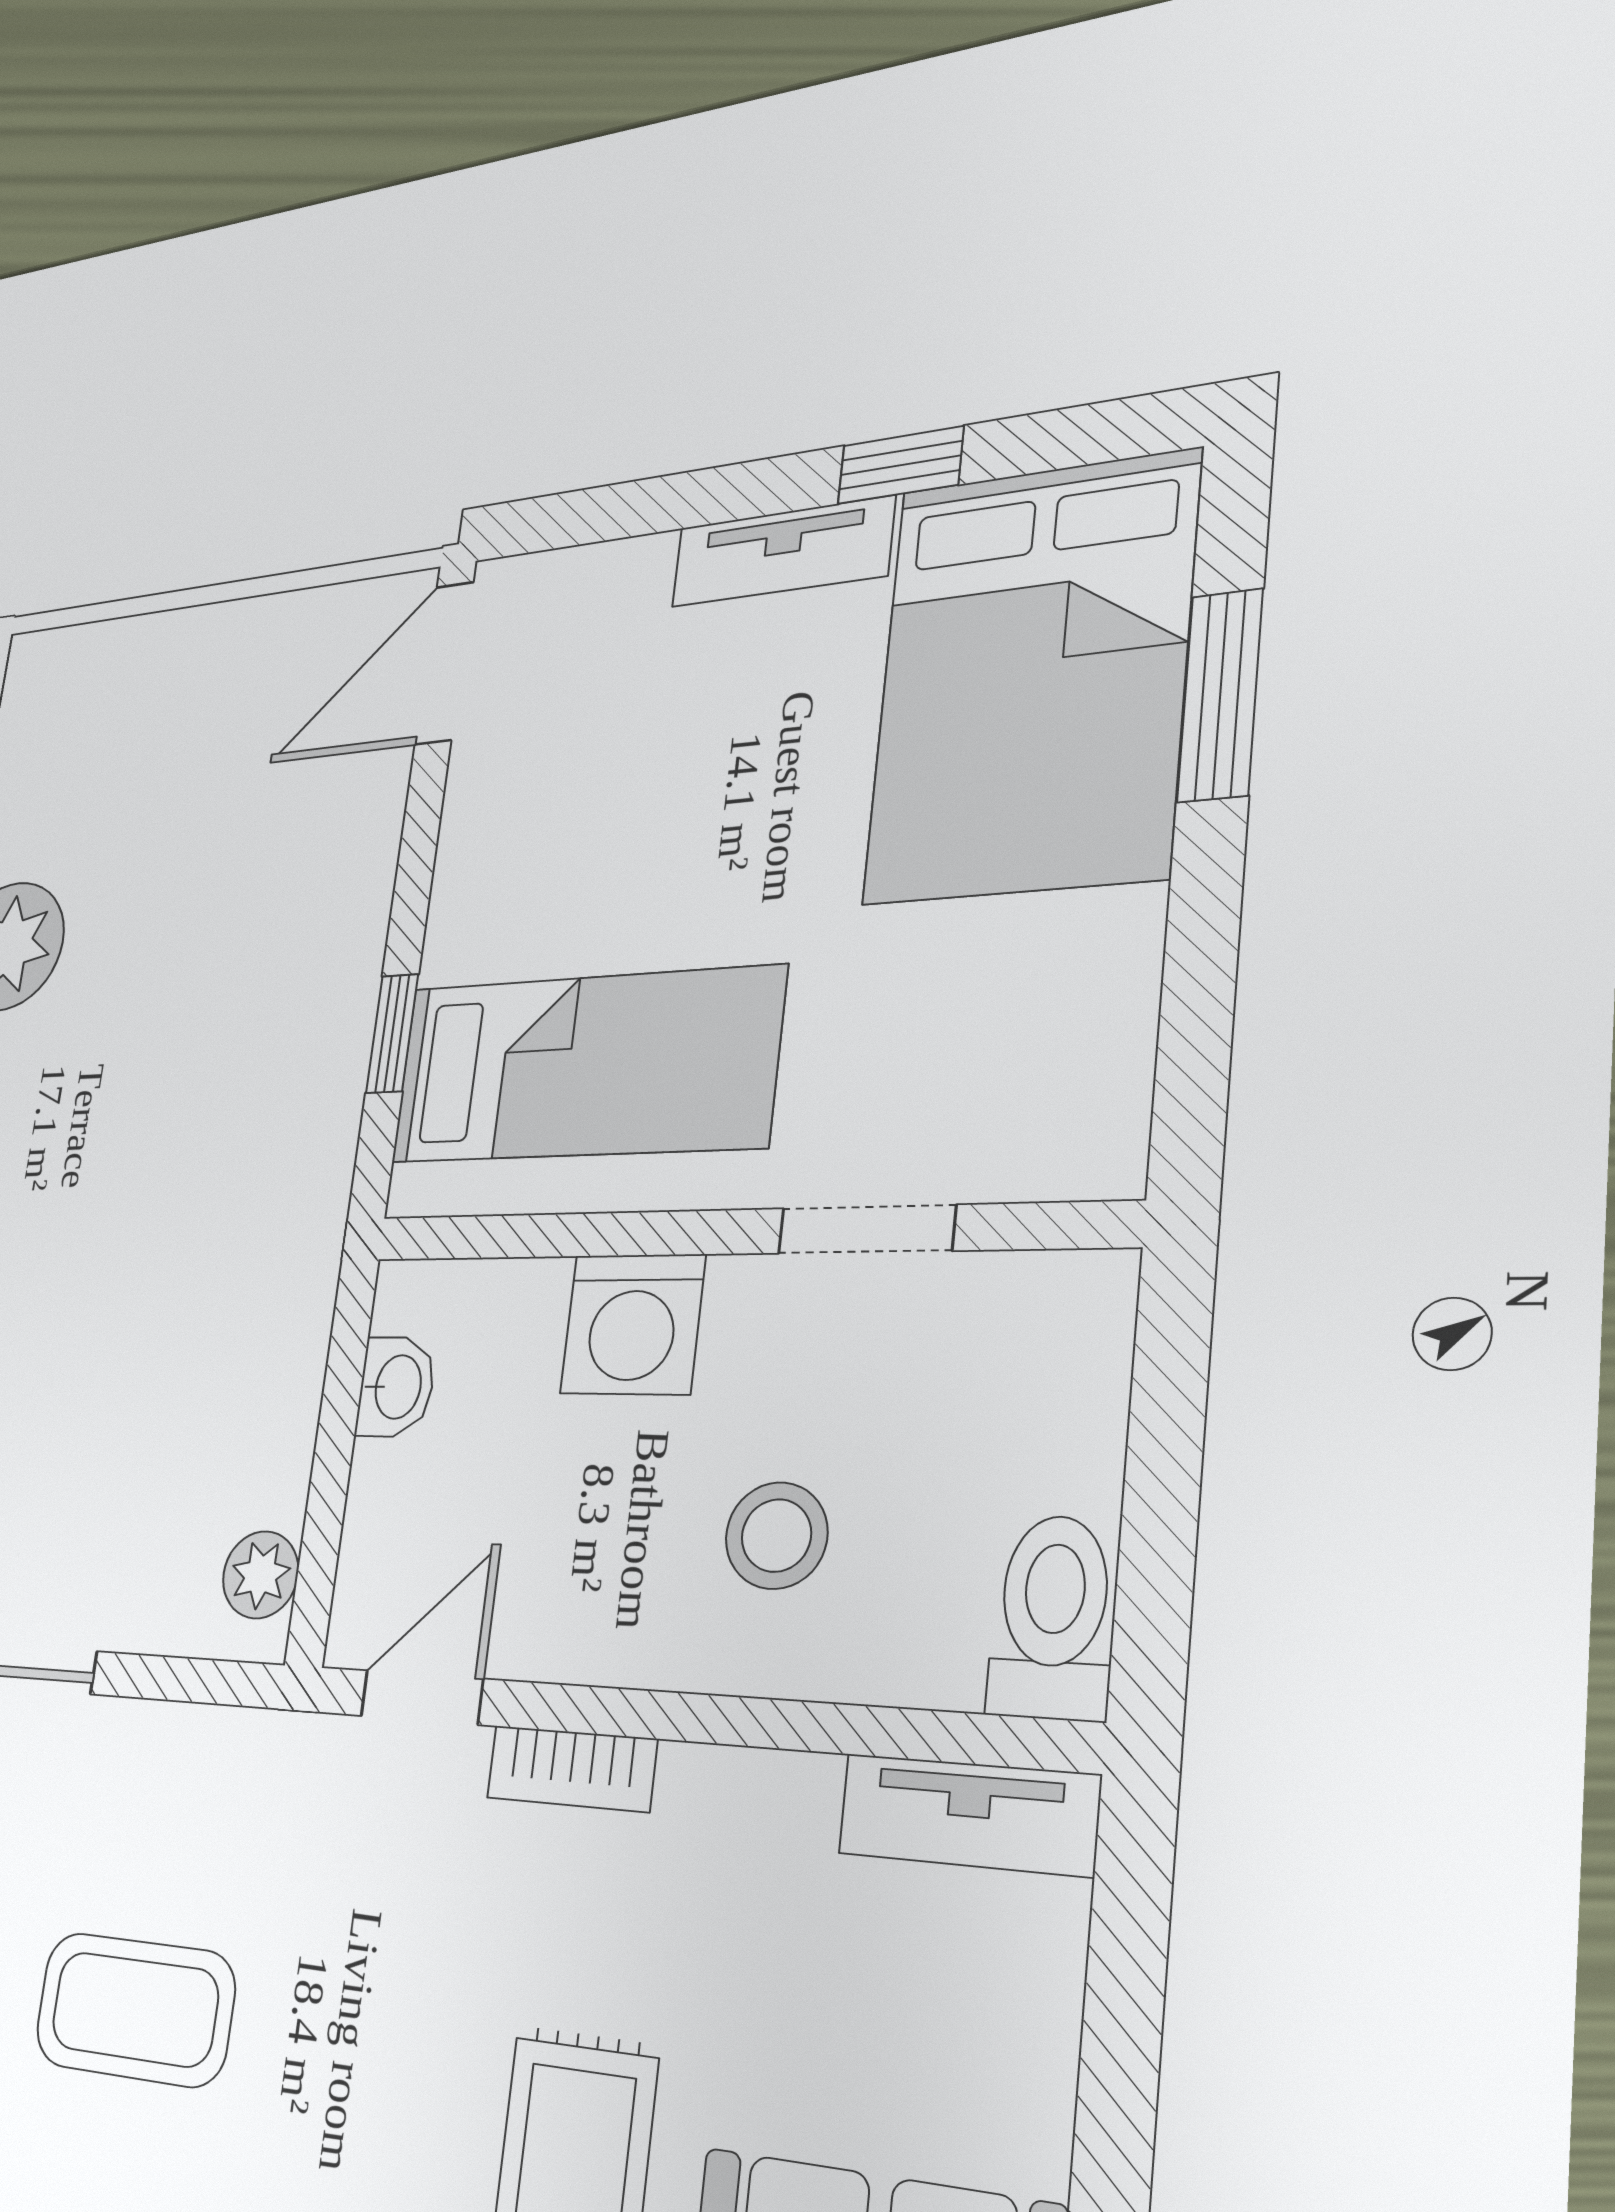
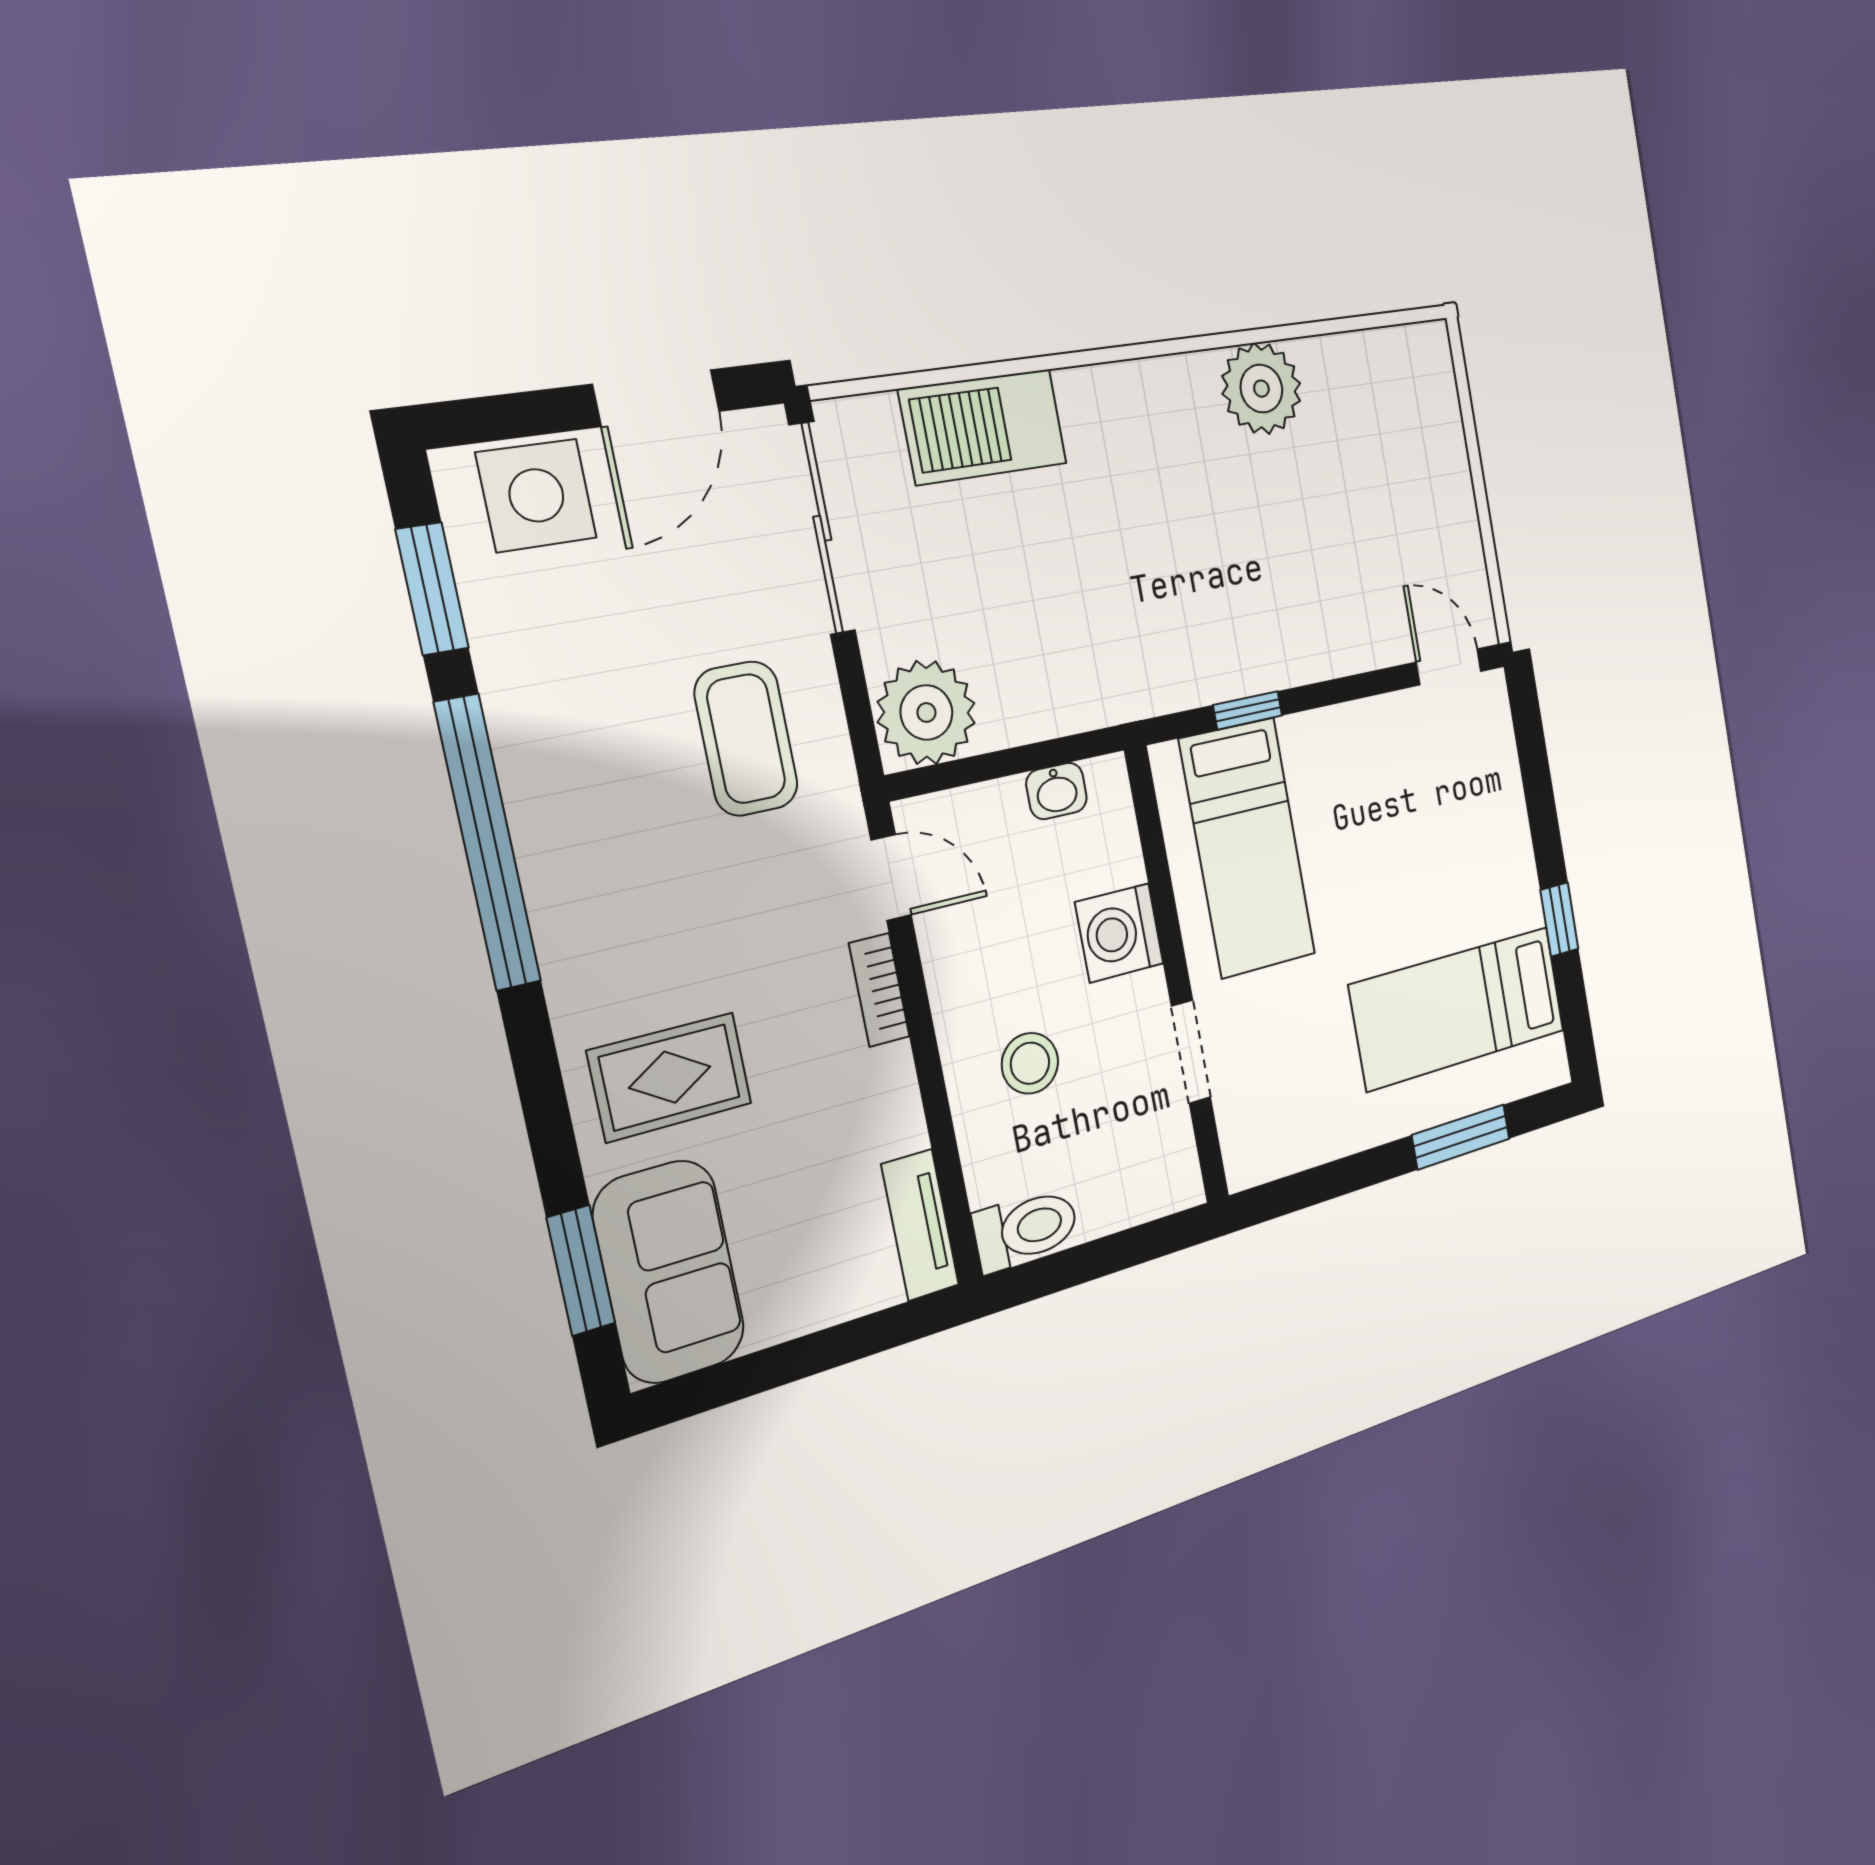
tv unit: (782, 552) -> (1516, 866), removed
door: (444, 663) -> (1449, 667), width x0.73
bed: (1031, 678) -> (1458, 1008), width x0.67
plant: (260, 1575) -> (926, 712), width x1.87, depth x1.87
coffee table: (135, 2009) -> (746, 739), moved

